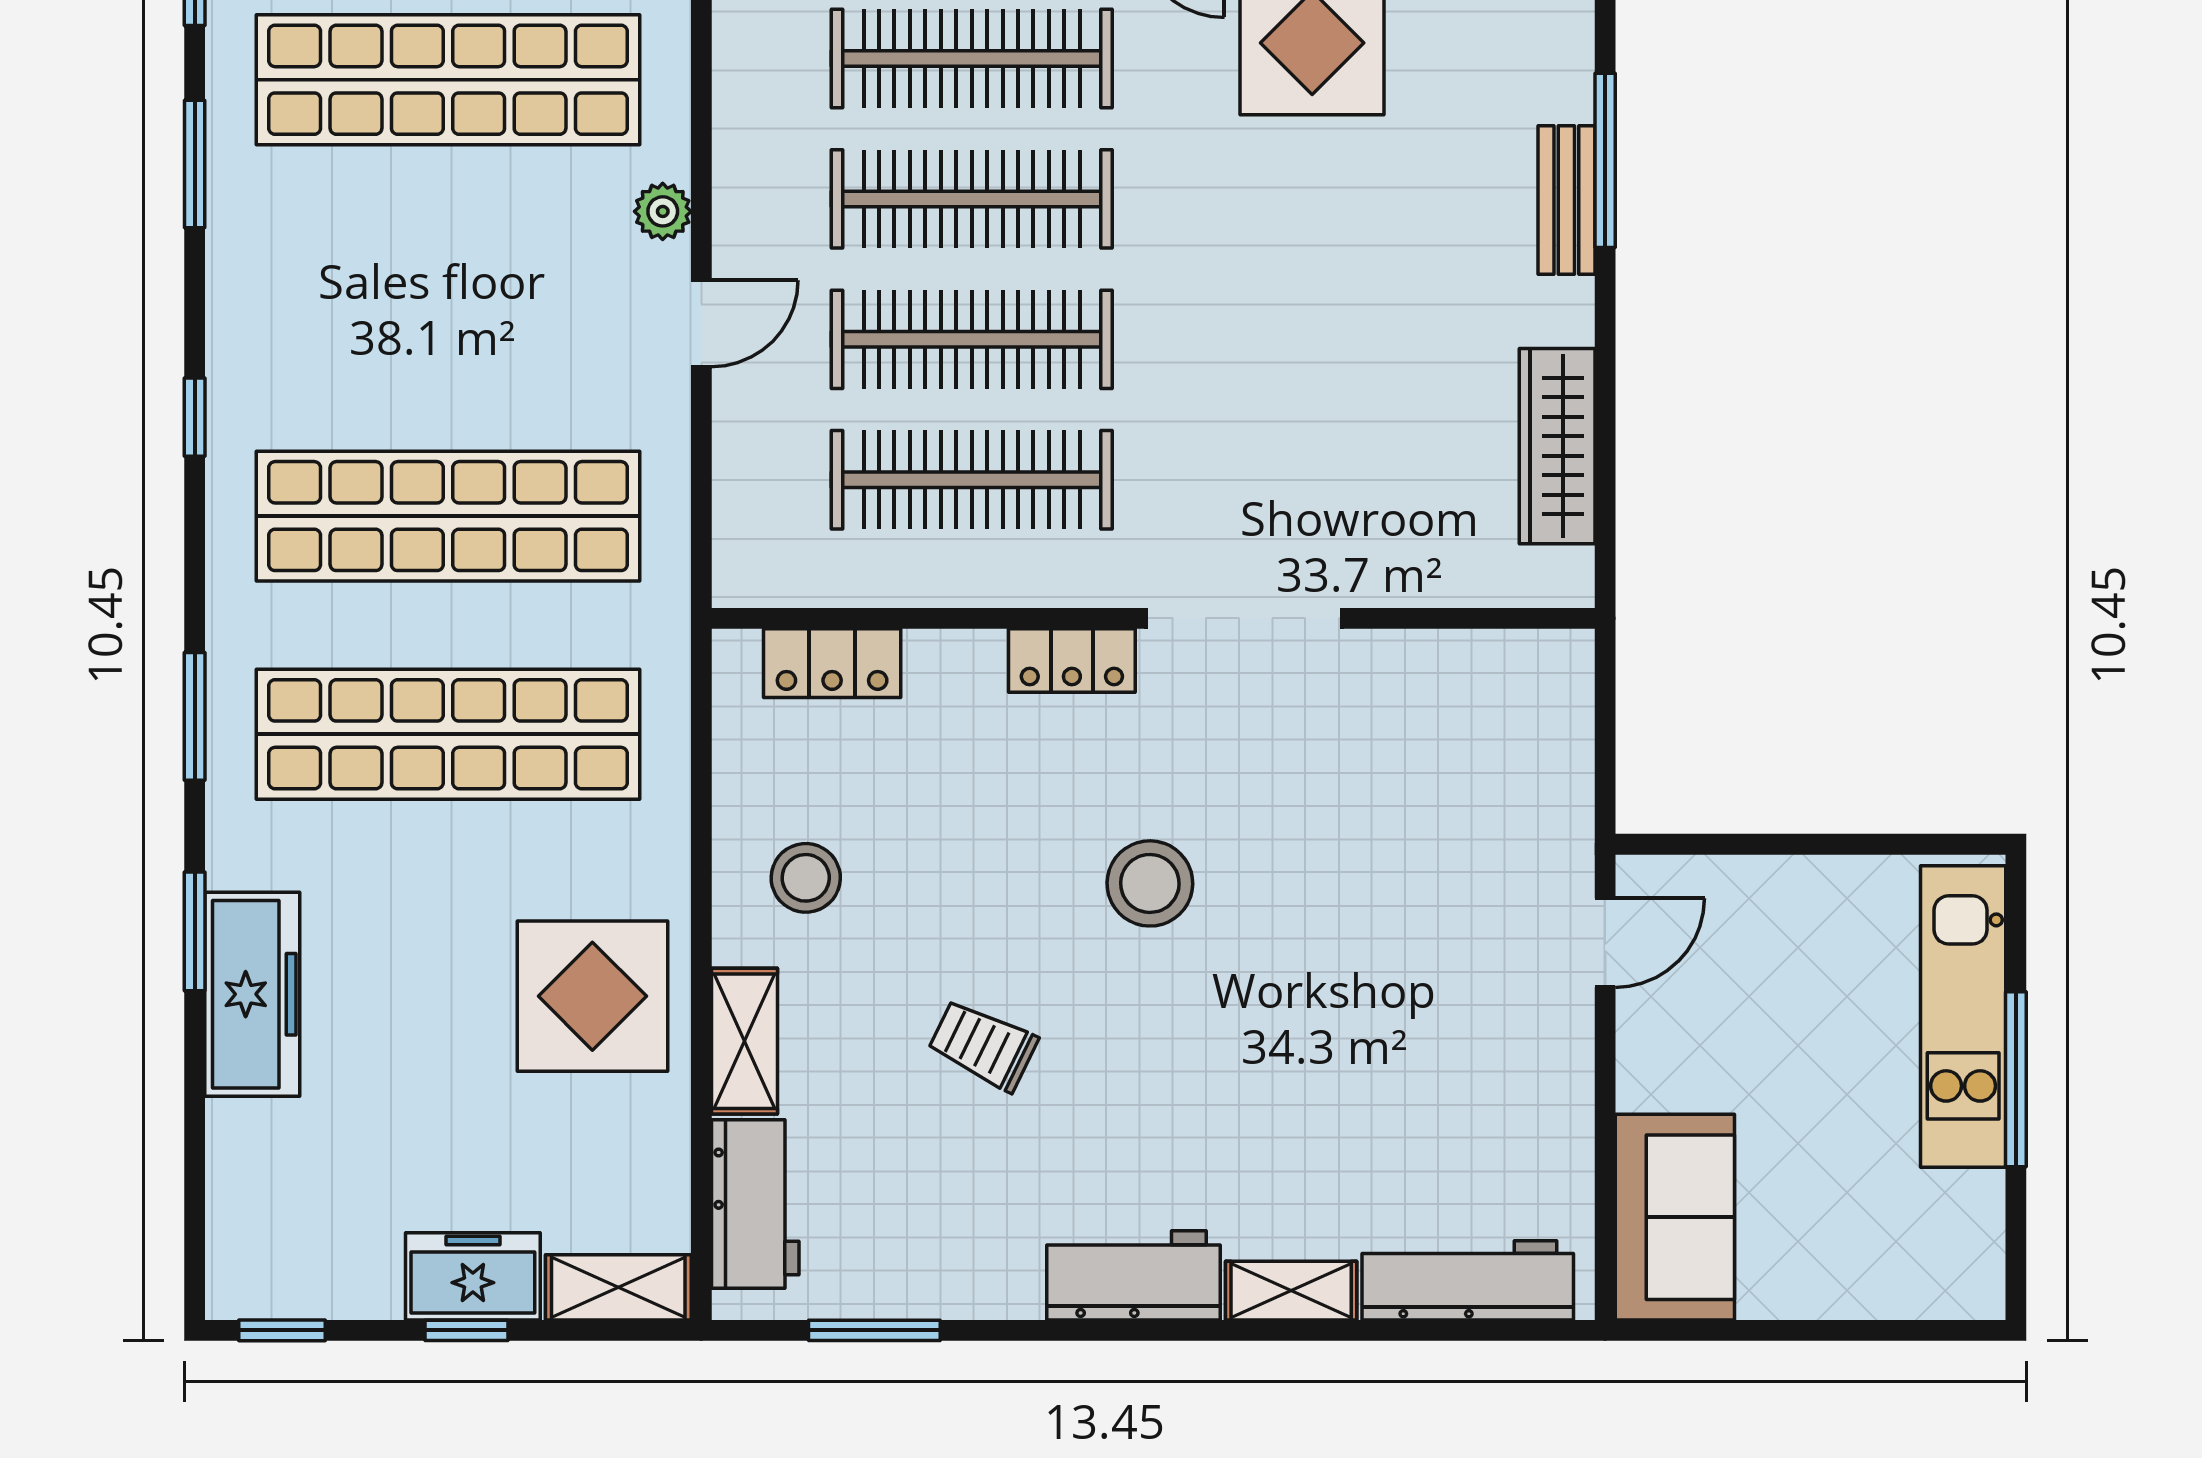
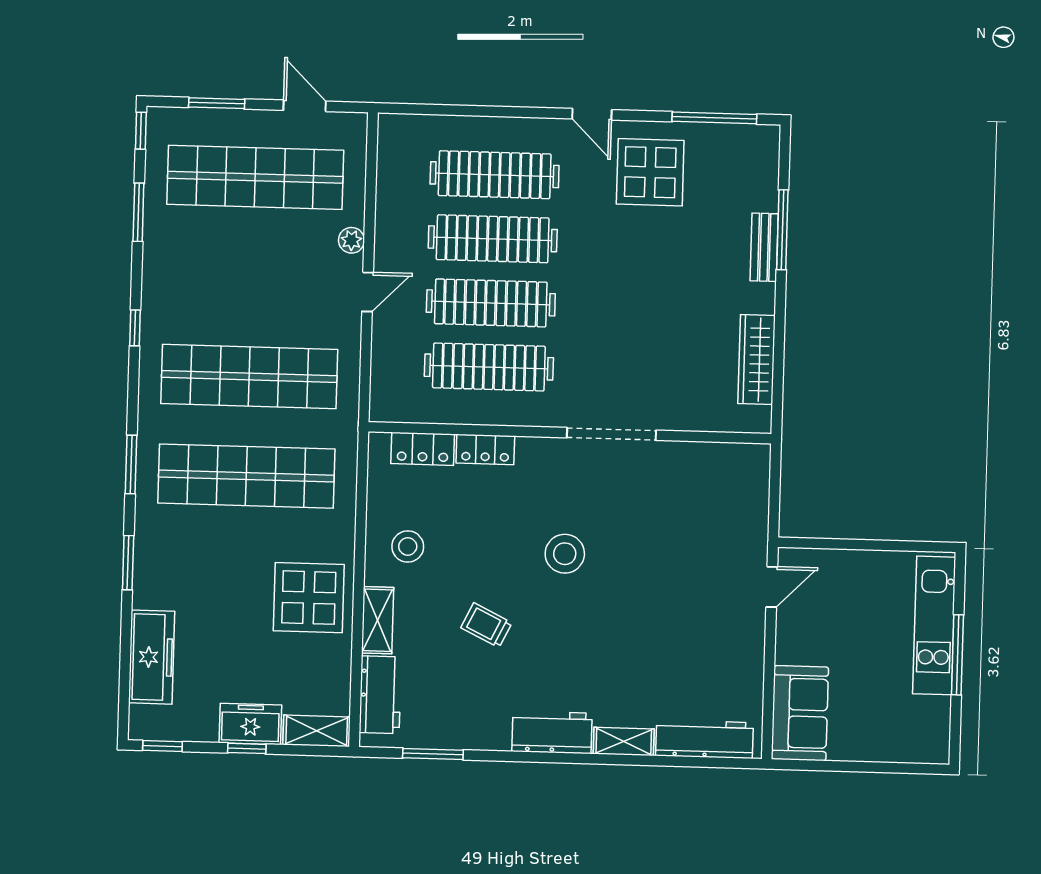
locker: (1072, 661) -> (485, 449), moved
freezer: (252, 994) -> (152, 657), moved

